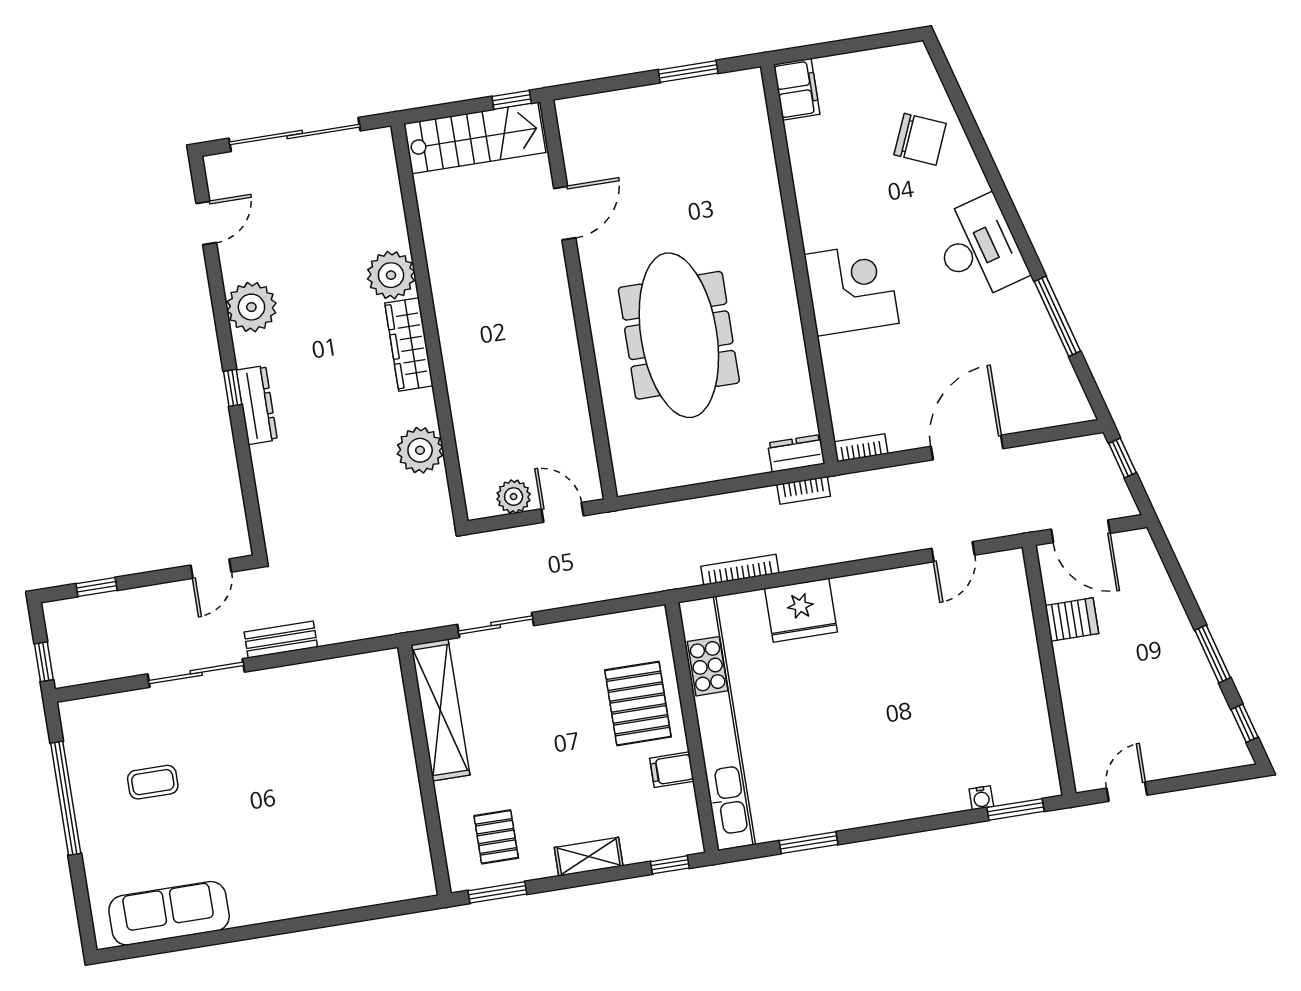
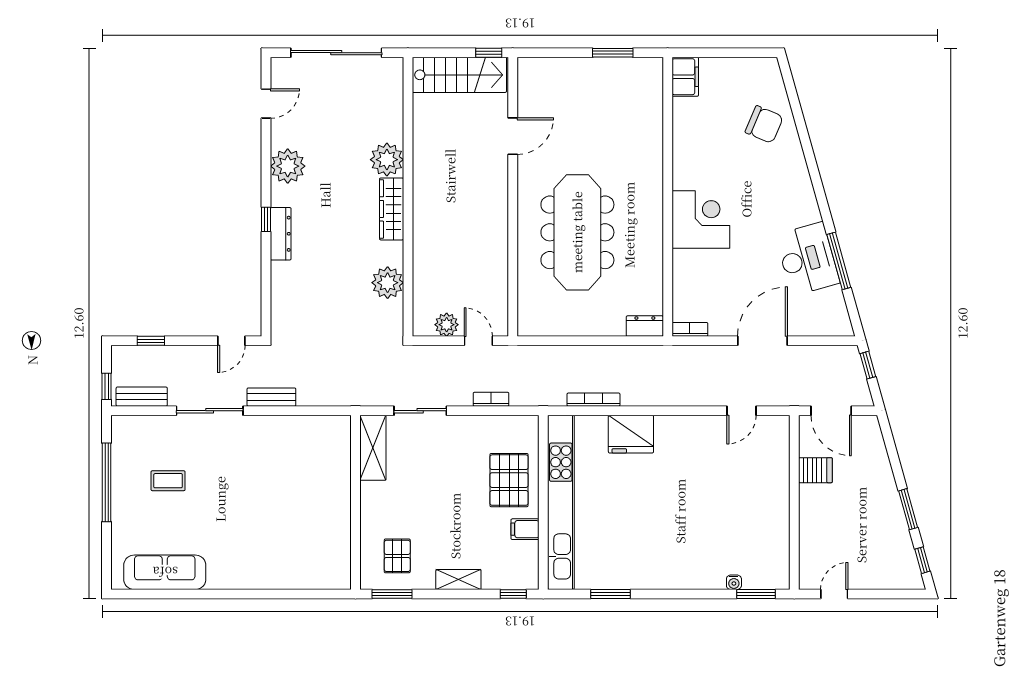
desk: (979, 248) -> (807, 259), moved
bookcase: (804, 490) -> (491, 399), moved, turned 180
bench: (96, 668) -> (142, 397), added
shelving: (440, 710) -> (373, 448), width x0.68

